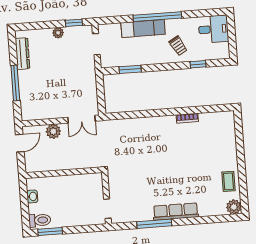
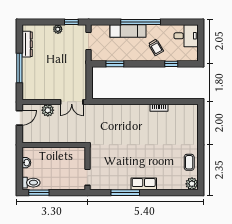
row of seats: (176, 212) -> (144, 184), width x0.68

